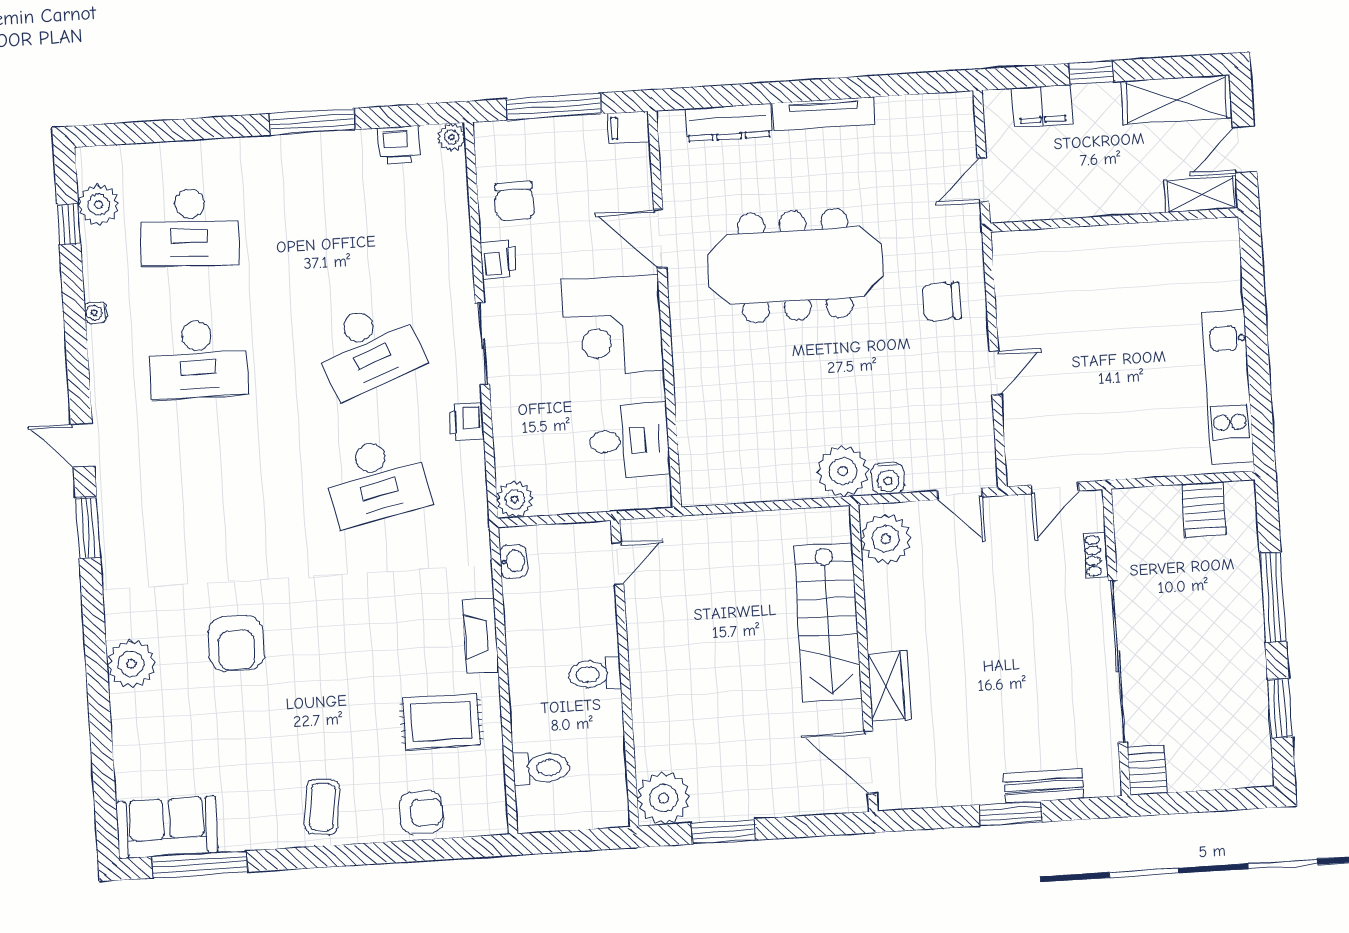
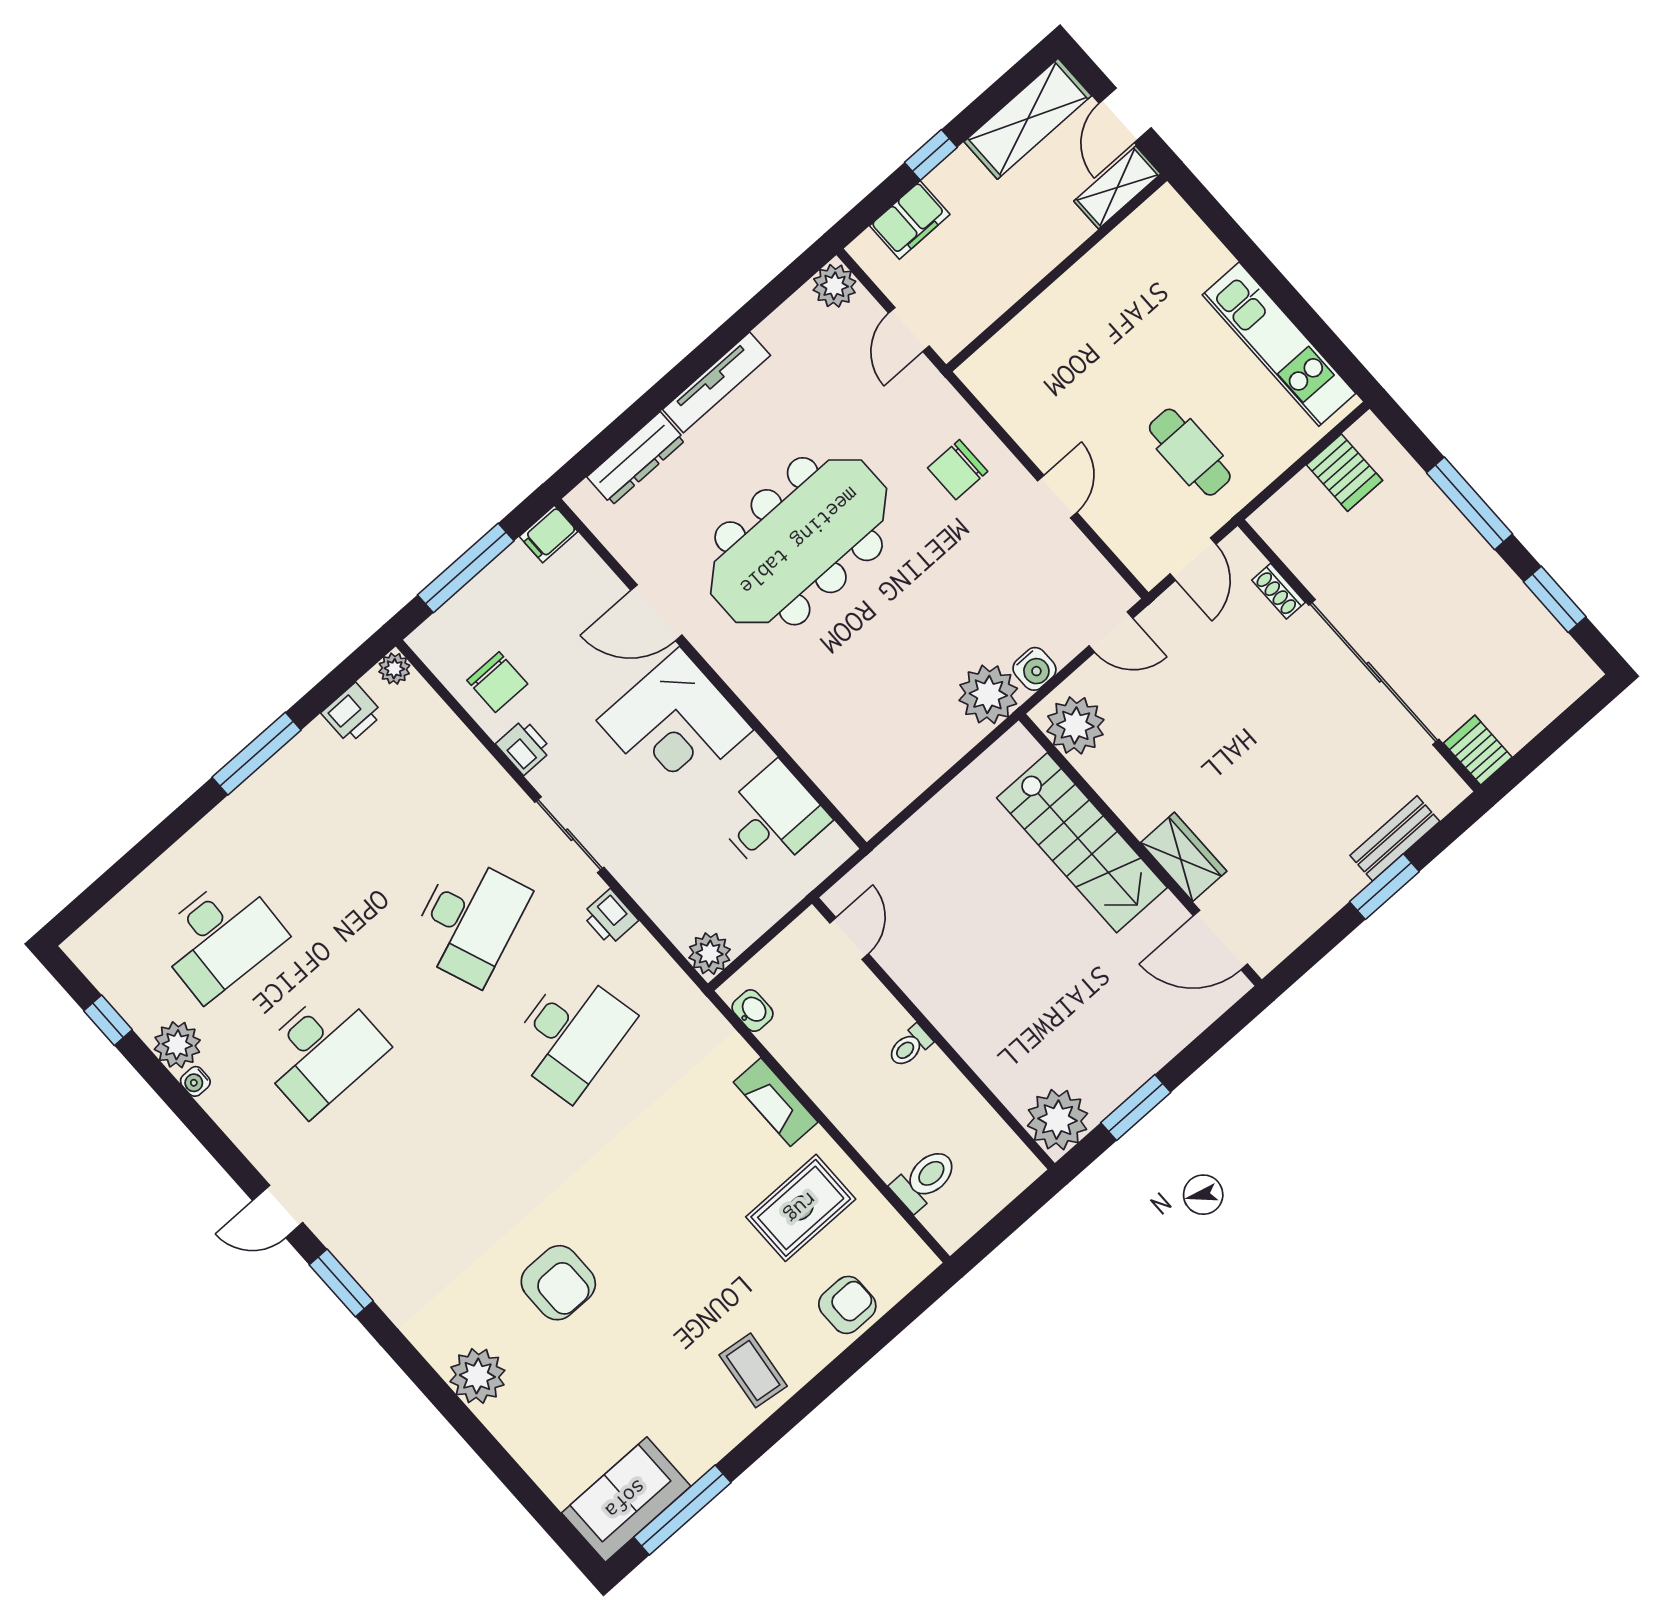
plant: (956, 111) -> (834, 286), added
plant: (98, 205) -> (177, 1045), moved
cafe table: (1109, 413) -> (1190, 452), added
toilet: (595, 674) -> (910, 1046), width x0.73, depth x0.72

